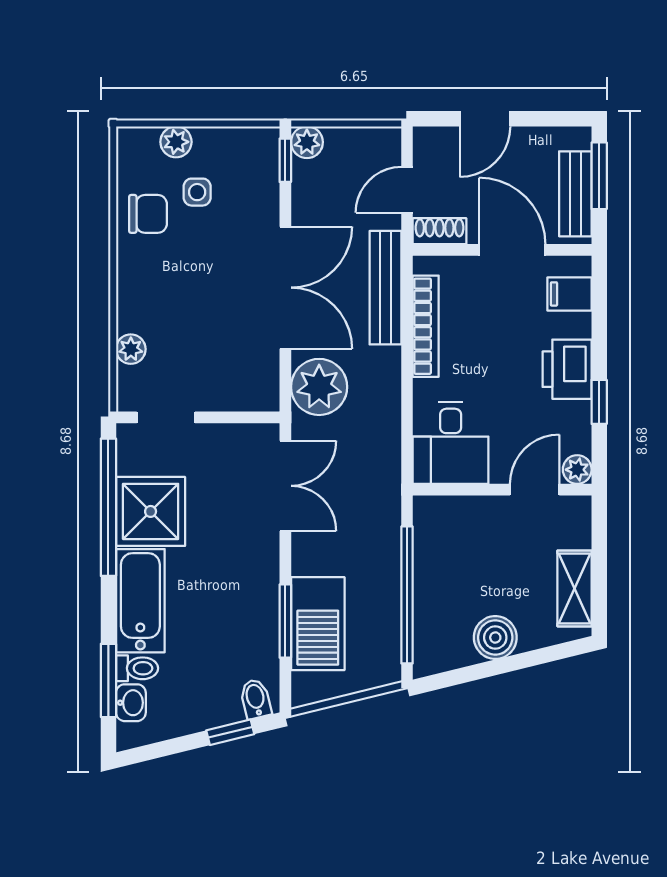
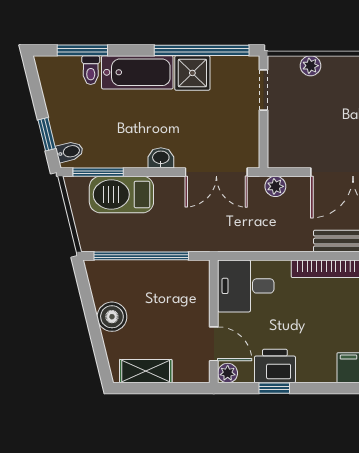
printer: (567, 369) -> (275, 366), moved
plant: (319, 387) -> (275, 186), width x0.53, depth x0.53
shower: (151, 511) -> (192, 73), width x0.73, depth x0.73
window: (285, 621) -> (98, 172), moved
washbasin: (131, 703) -> (161, 158), moved, turned 180

